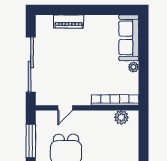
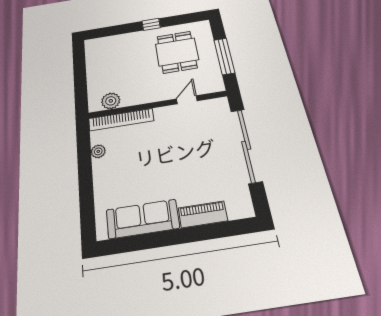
sofa: (129, 38) -> (143, 219), moved, turned -90
plant: (133, 67) -> (98, 151), moved

